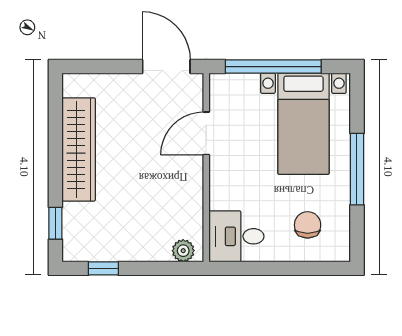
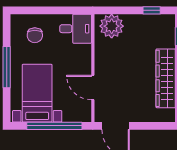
door: (206, 133) -> (93, 88), swing flipped
plant: (183, 251) -> (112, 26), width x1.88, depth x1.88

